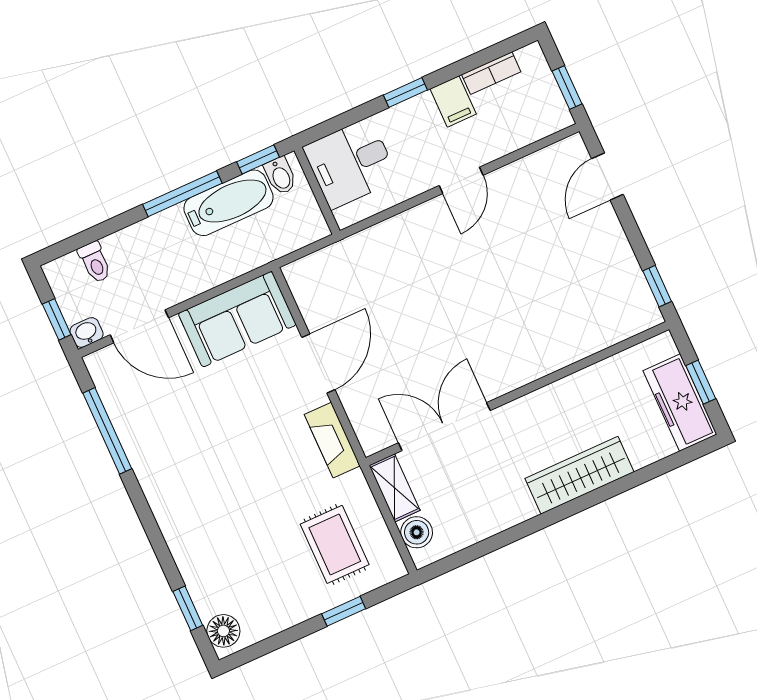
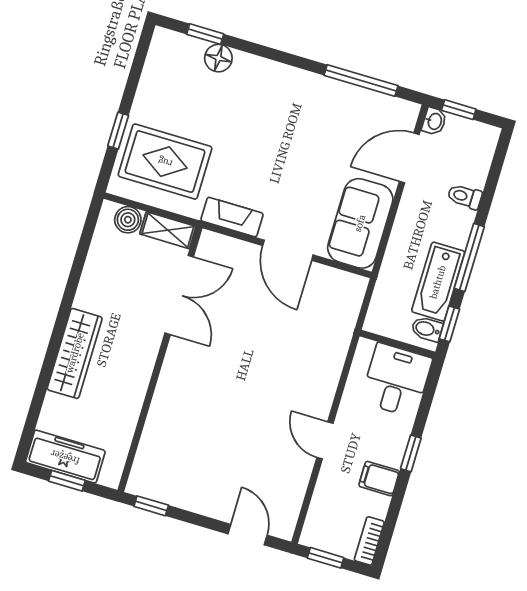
bookcase: (491, 73) -> (369, 541), moved
toilet: (95, 262) -> (465, 197), moved
rug: (335, 544) -> (165, 162), width x1.36, depth x1.43
floor lamp: (223, 631) -> (218, 58), moved

